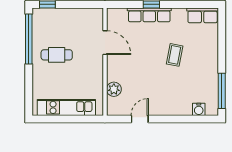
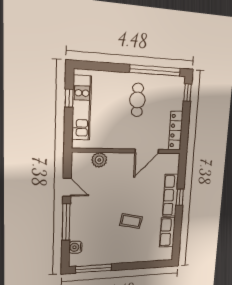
locker: (84, 14) -> (176, 131), added
row of seats: (203, 15) -> (167, 232), moved
window: (58, 119) -> (69, 98), added
window: (173, 119) -> (66, 222), added

